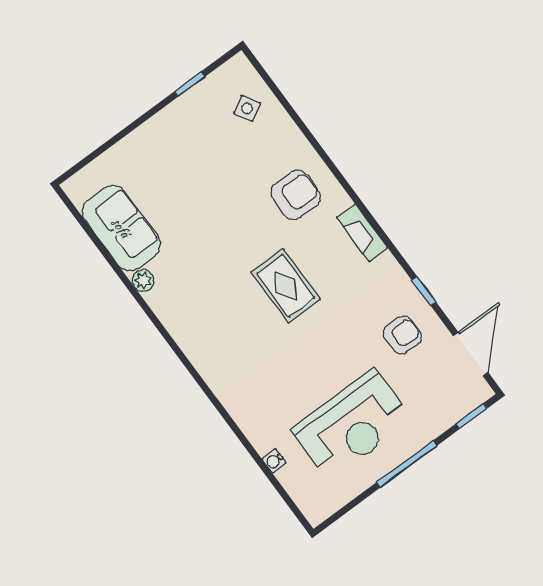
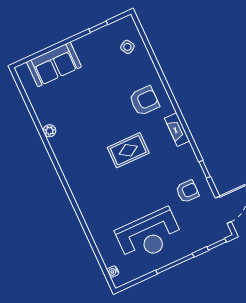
sofa: (121, 228) -> (54, 64), moved, turned 90
rug: (286, 286) -> (128, 150), turned 90
water cooler: (274, 461) -> (113, 272), moved

